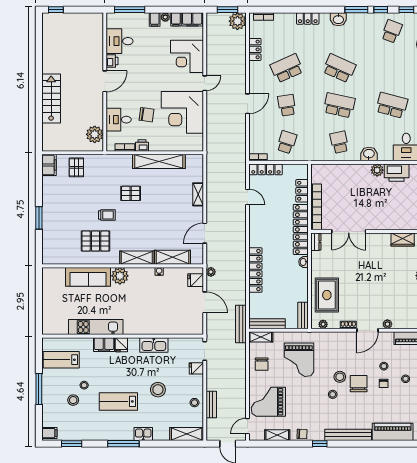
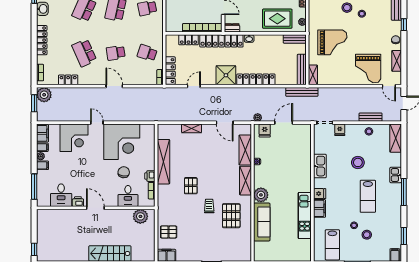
locker: (308, 18) -> (42, 40), width x1.53
shower: (260, 235) -> (226, 75), added
chair: (262, 364) -> (336, 74), removed

